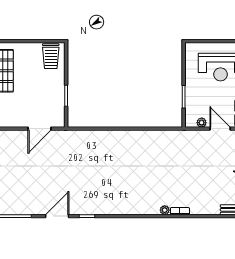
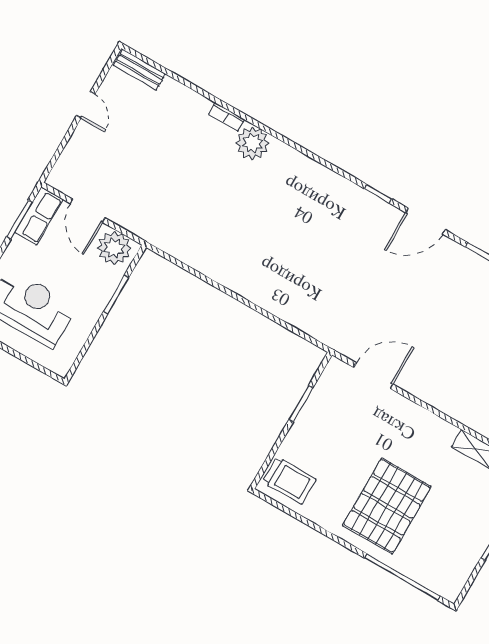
trolley: (51, 56) -> (289, 480), turned 90
plant: (202, 123) -> (114, 248), width x1.87, depth x1.87
plant: (165, 210) -> (252, 143), width x1.87, depth x1.87

